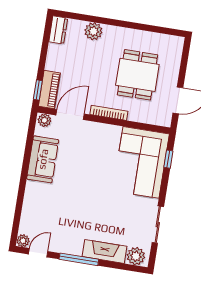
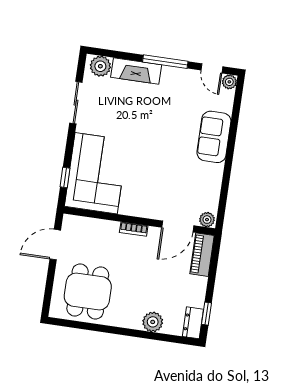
dining table: (137, 75) -> (88, 291), moved
window: (38, 90) -> (206, 314), moved
bookcase: (109, 113) -> (134, 229), width x0.64
sofa: (43, 159) -> (214, 137), moved
door: (38, 253) -> (212, 68), hinge flipped

